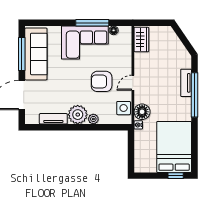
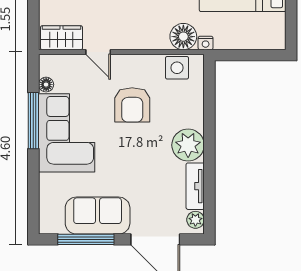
sofa: (36, 54) -> (98, 216), width x0.73
door: (133, 83) -> (98, 52), moved
plant: (93, 119) -> (195, 220), moved

